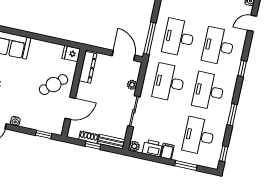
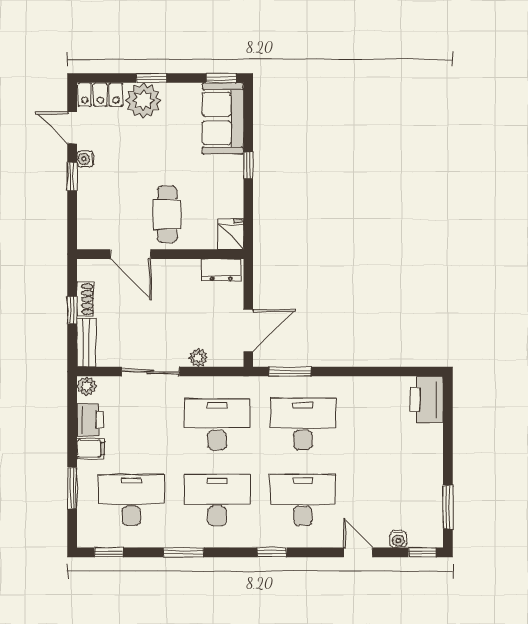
window: (37, 37) -> (248, 165), added
window: (150, 38) -> (290, 372), width x0.69
dresser: (88, 67) -> (221, 270), width x0.70
cafe table: (54, 85) -> (167, 214), turned 41
window: (44, 135) -> (72, 176), moved

